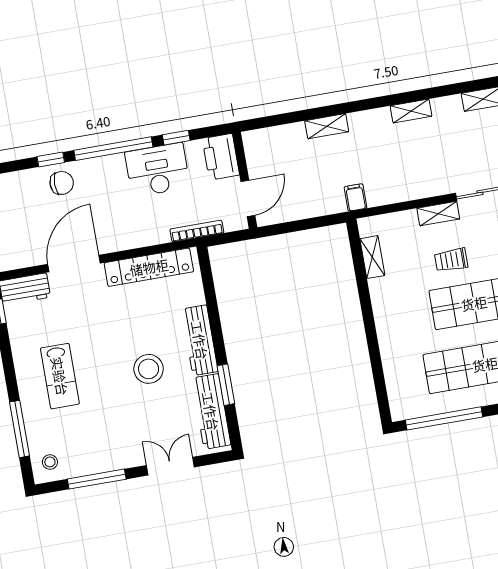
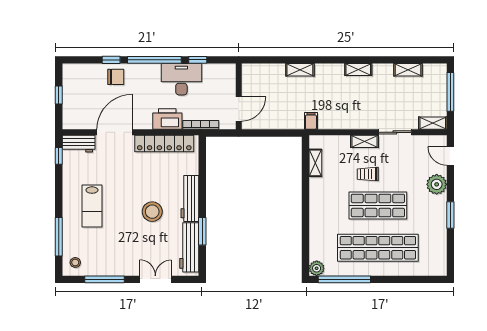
printer: (221, 157) -> (167, 119), moved, turned 90
plant: (401, 409) -> (317, 268), added

